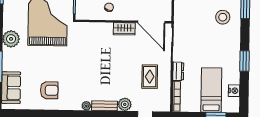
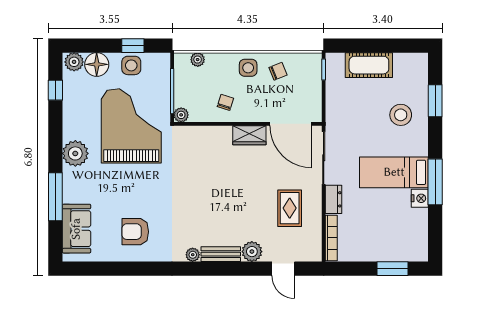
plant: (80, 15) -> (181, 115), added
window: (244, 61) -> (435, 182), width x1.44
armchair: (49, 90) -> (135, 232), turned 180
bed: (211, 90) -> (394, 172), moved, turned -90
nightstand: (234, 91) -> (420, 198), moved

